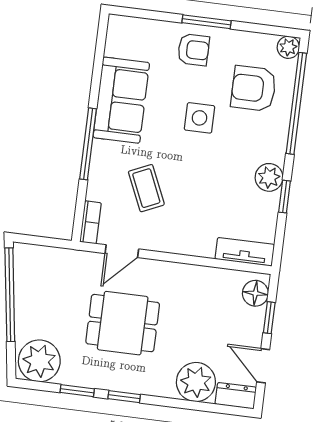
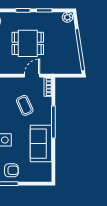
armchair: (193, 50) -> (11, 170), turned 180
plant: (39, 361) -> (67, 17), width x0.53, depth x0.53

